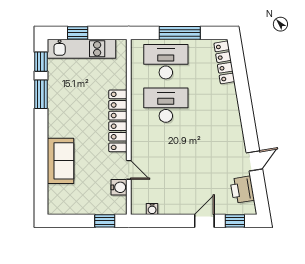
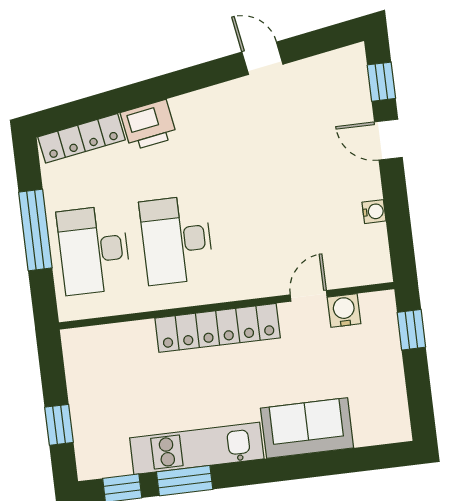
kitchen unit: (81, 49) -> (197, 448), moved, turned -90
printer: (242, 190) -> (149, 125), moved
water cooler: (152, 209) -> (374, 212), moved

